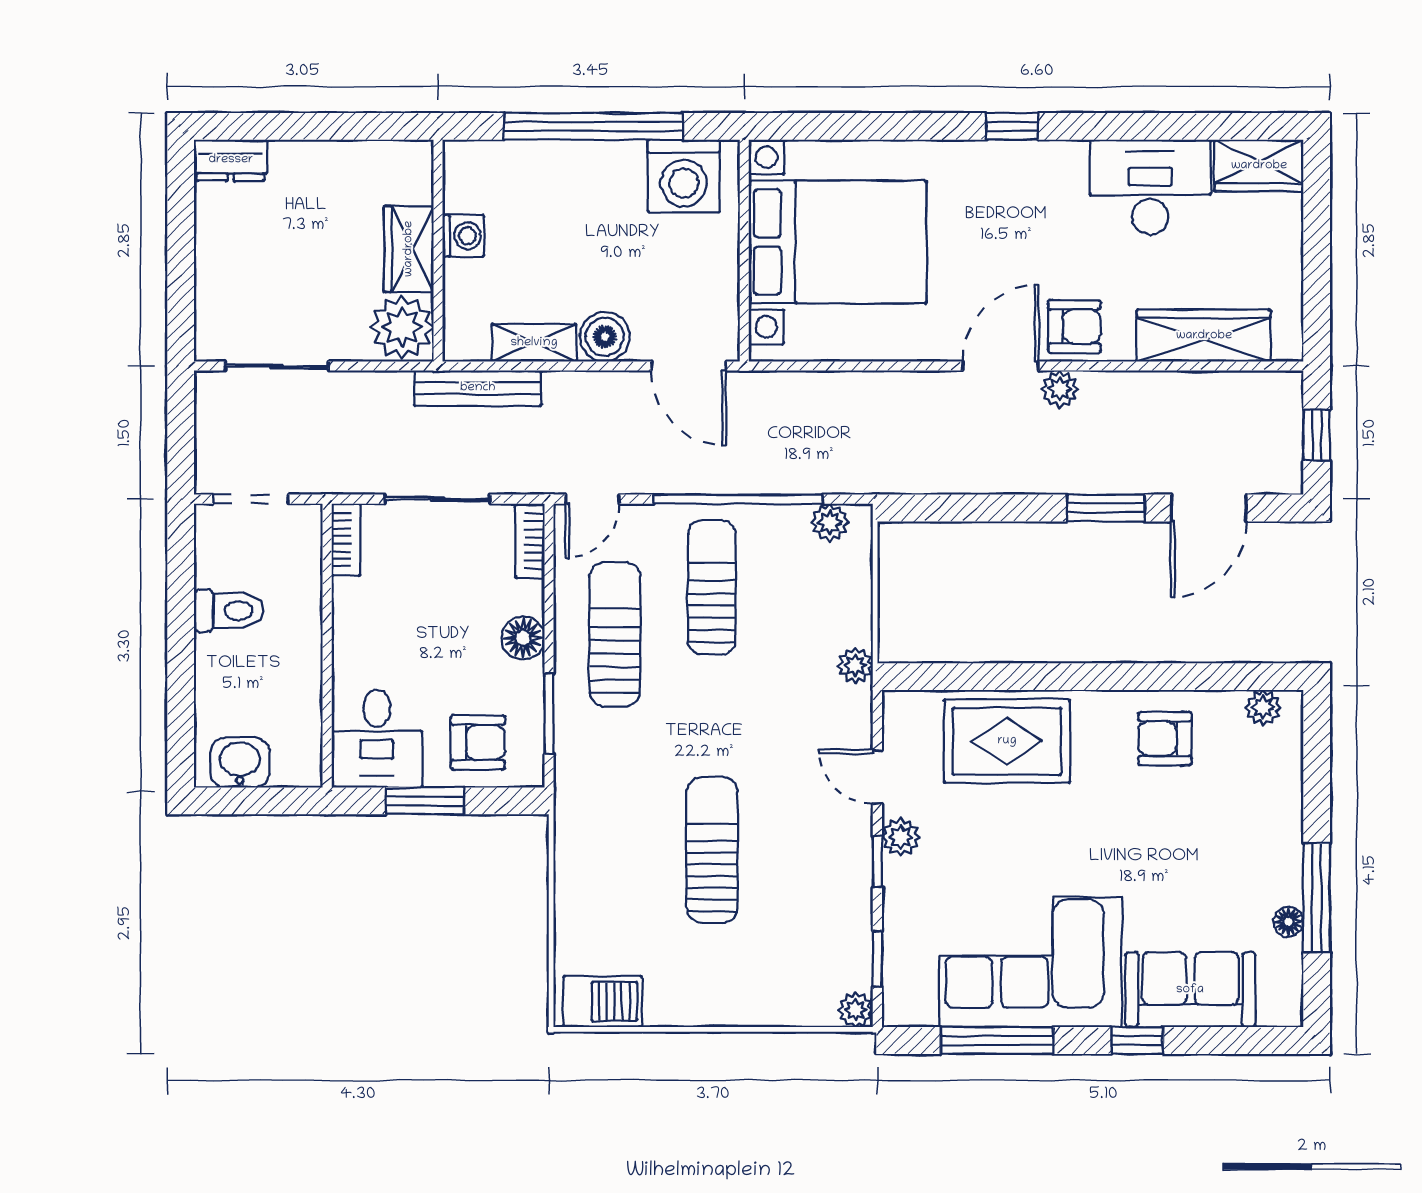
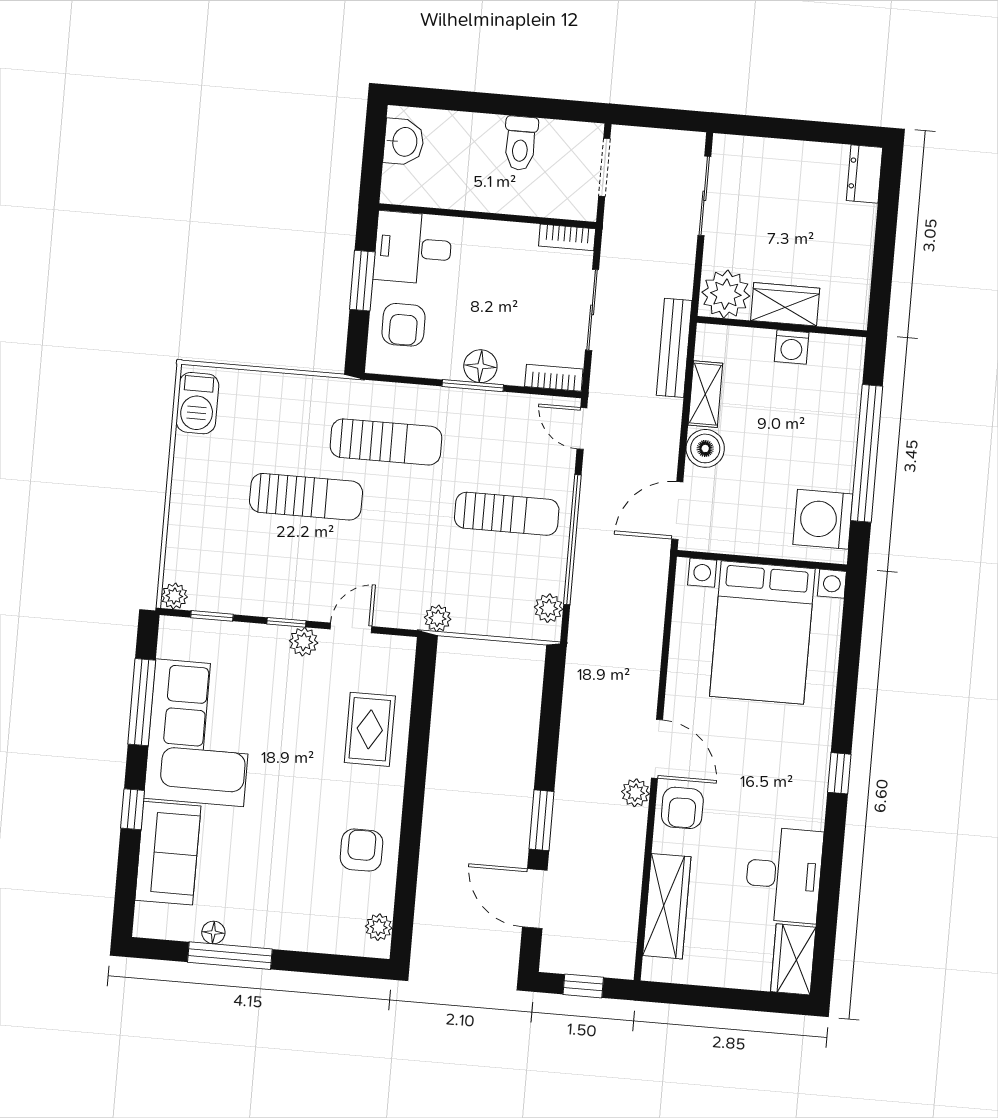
sun lounger: (615, 634) -> (386, 442), moved
window: (549, 714) -> (473, 386), moved
rug: (1007, 741) -> (370, 729), width x0.73, depth x0.70

